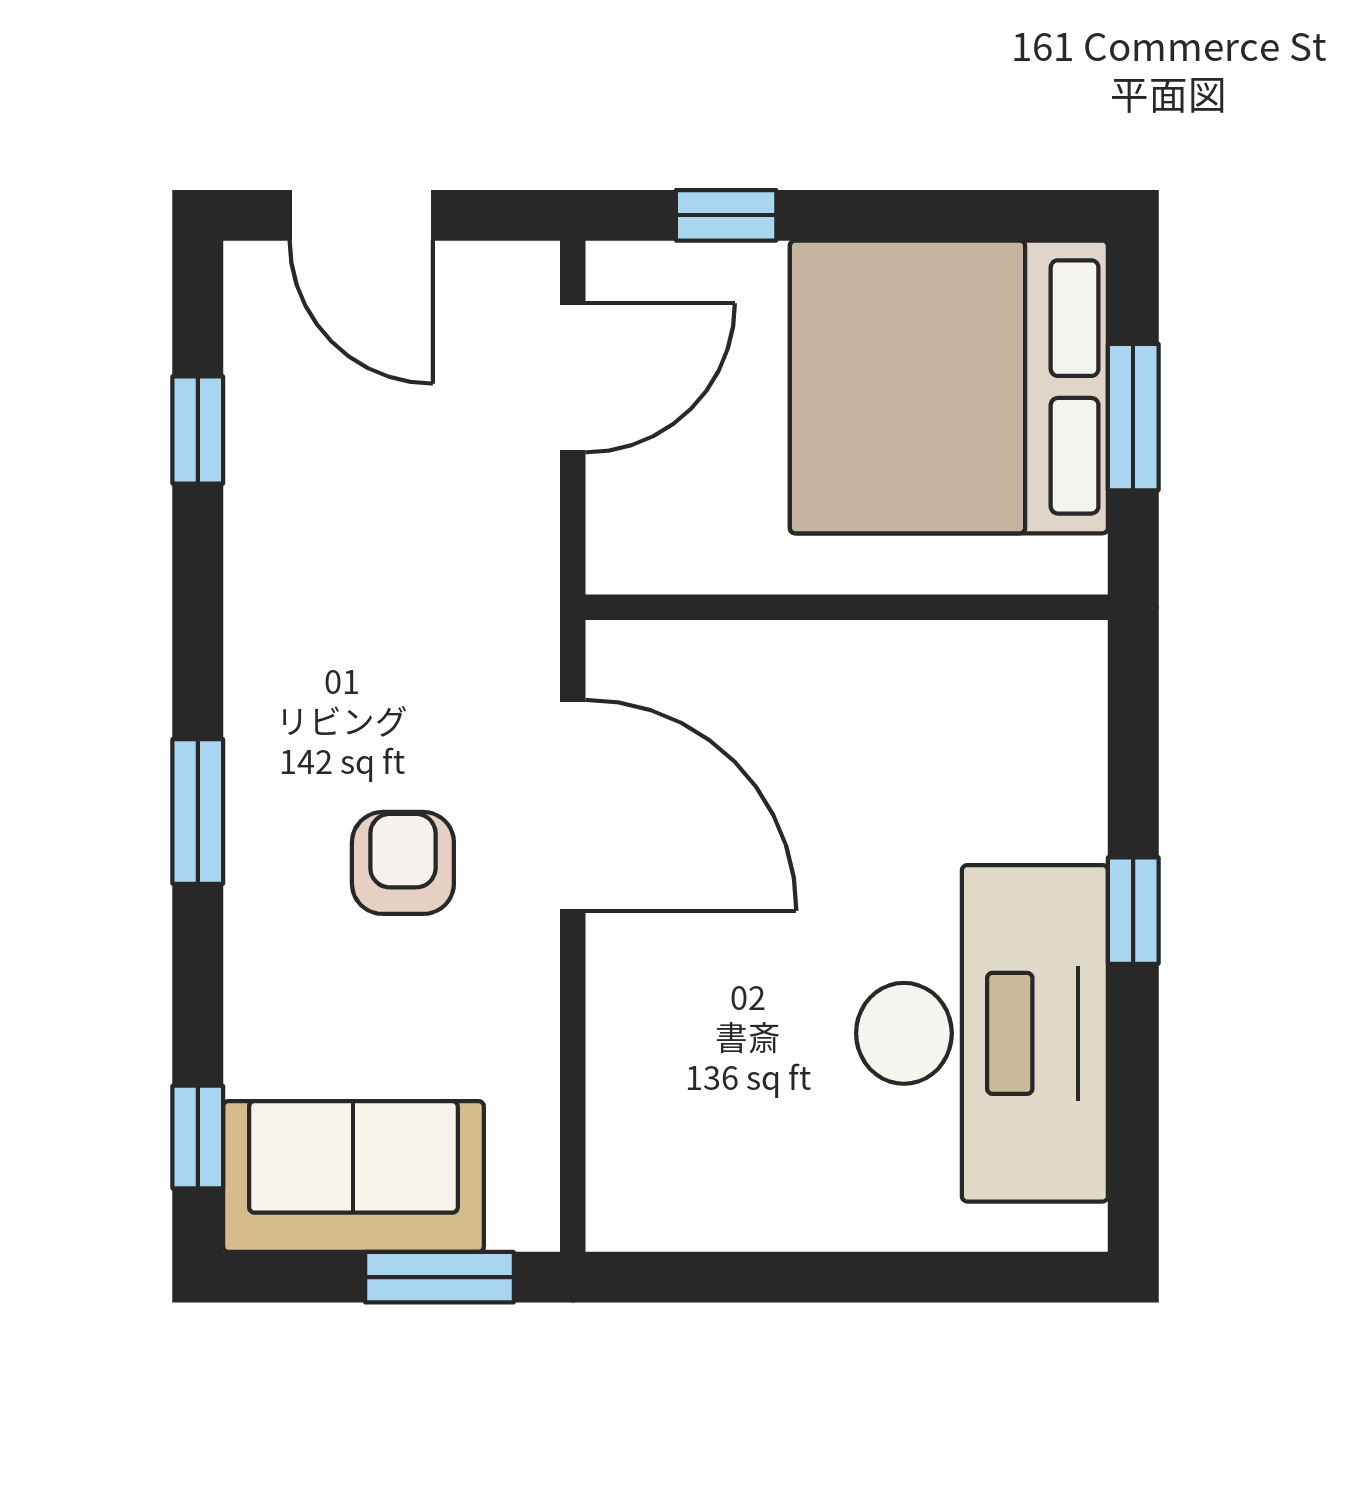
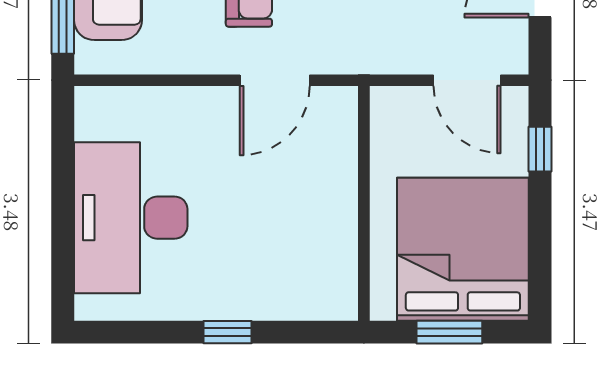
door: (573, 805) -> (275, 80), width x0.73
desk: (982, 1033) -> (131, 218), moved, turned 90

